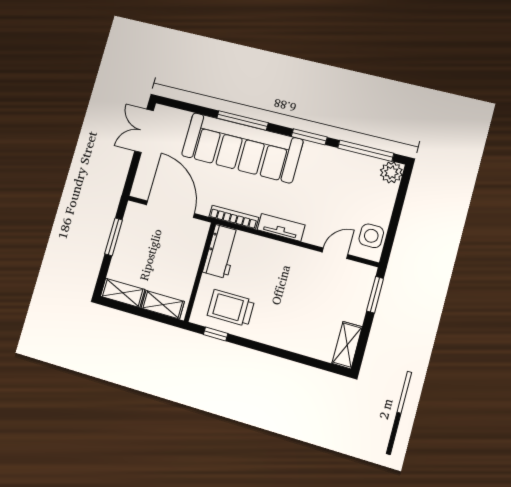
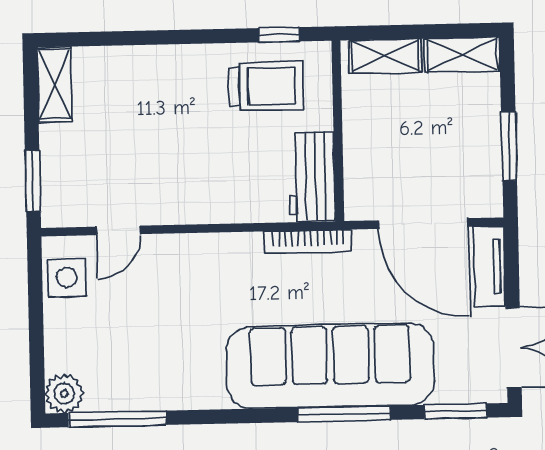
window: (309, 137) -> (456, 411), moved
tv unit: (281, 227) -> (489, 266), moved, turned 90

